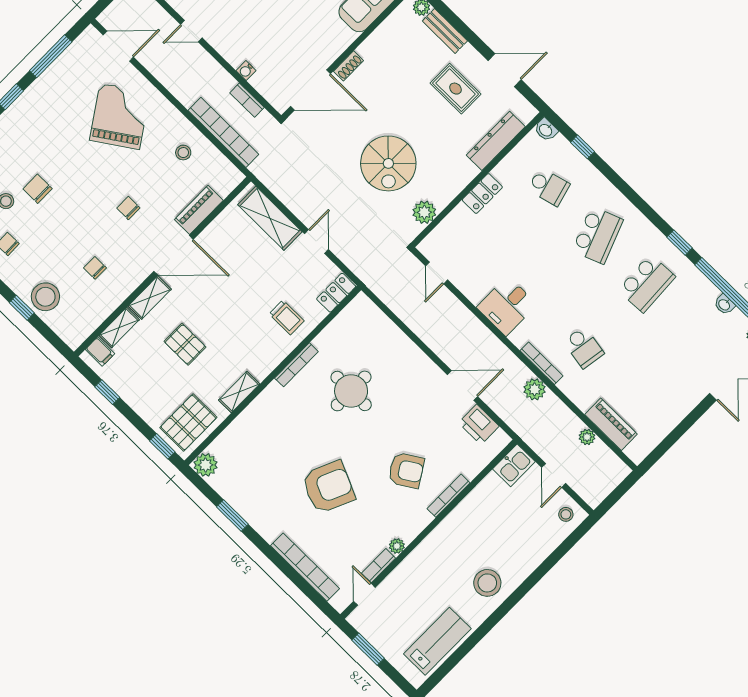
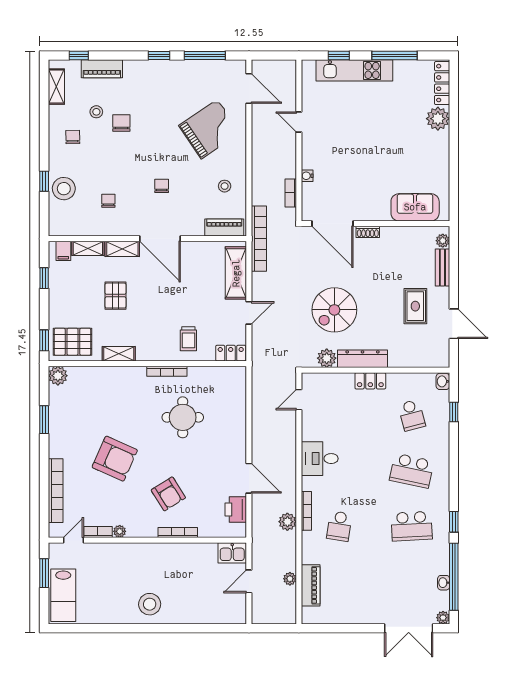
bookcase: (223, 132) -> (259, 239), moved
dresser: (496, 141) -> (363, 359), moved
piano: (199, 210) -> (224, 227), moved
school desk: (598, 235) -> (412, 471), turned 33
stool: (566, 514) -> (233, 610), removed
lab bench: (437, 641) -> (63, 595), moved, turned 90

